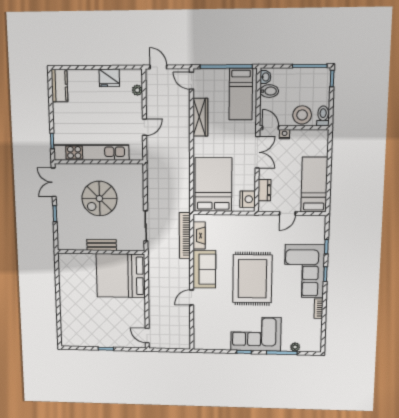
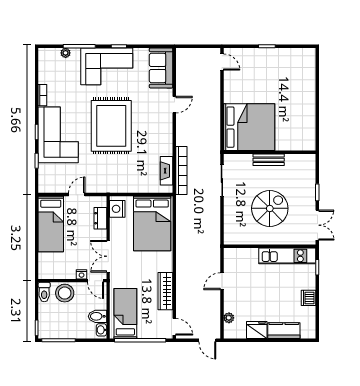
kitchen counter: (59, 86) -> (284, 331), moved, turned 90
dishwasher: (60, 111) -> (308, 298), added
kitchen unit: (91, 152) -> (287, 256), width x0.73
sofa: (204, 269) -> (161, 68), moved

